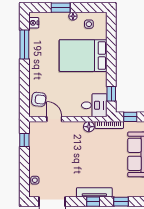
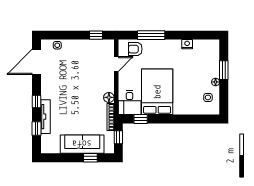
nightstand: (34, 23) -> (187, 44), moved
window: (24, 44) -> (151, 35), moved
bed: (83, 56) -> (157, 92), moved
armchair: (39, 99) -> (135, 49), turned 84
tv unit: (94, 192) -> (45, 117), moved

